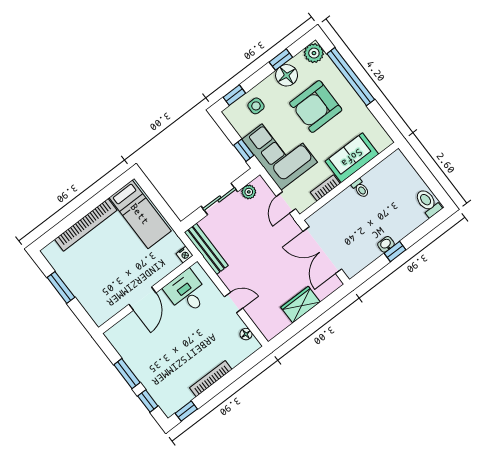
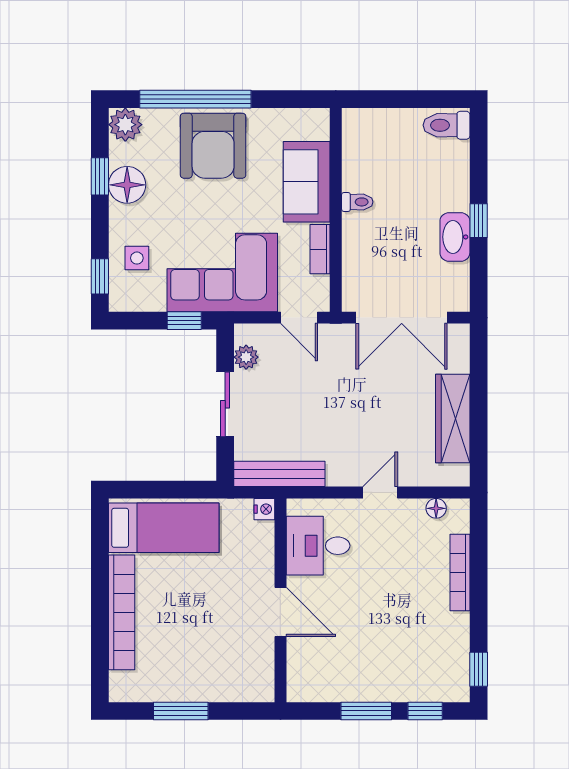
armchair: (316, 106) -> (213, 146), moved
washbasin: (386, 244) -> (455, 237), width x1.91, depth x1.45
wardrobe: (301, 305) -> (453, 419), width x1.50
bookcase: (211, 379) -> (460, 572), moved

